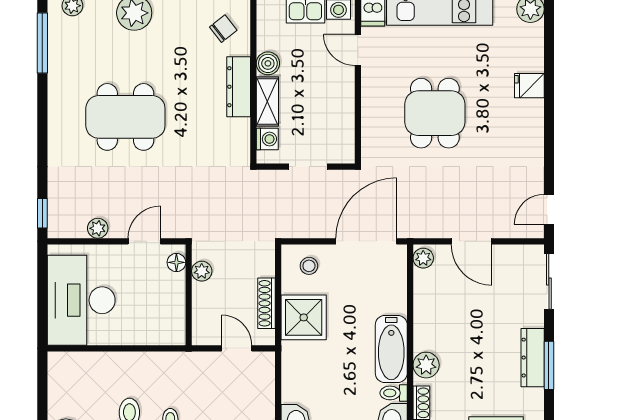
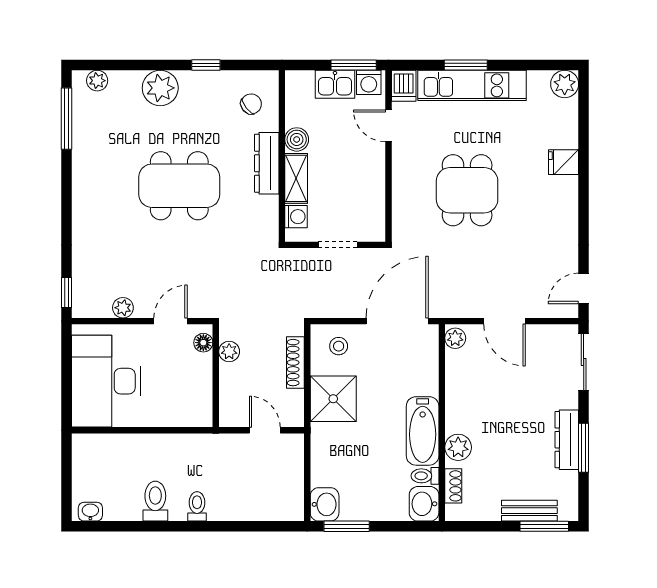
dining table: (125, 117) -> (179, 186), moved
shoe rack: (267, 303) -> (295, 363), moved

